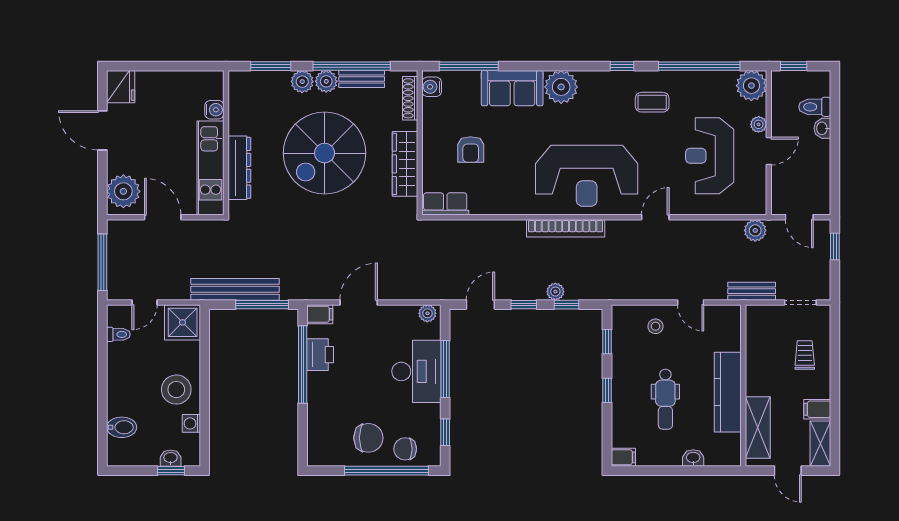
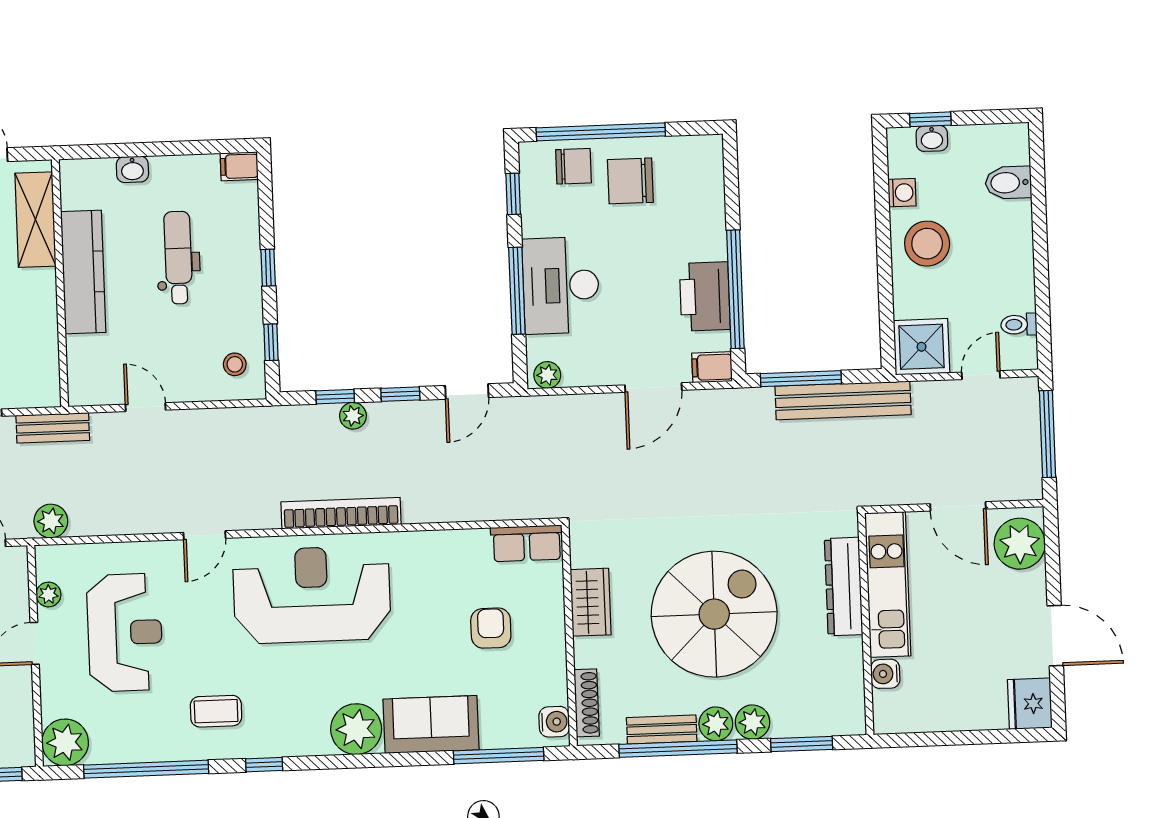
plant: (759, 124) -> (48, 594), moved
wardrobe: (405, 164) -> (591, 602), width x0.67
stool: (655, 326) -> (235, 364), moved
printer: (320, 355) -> (705, 296), width x1.37, depth x1.19

